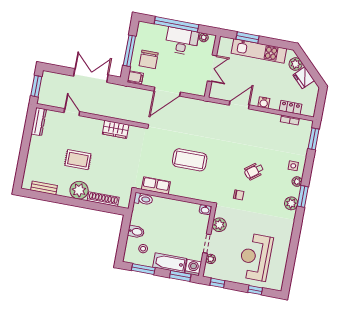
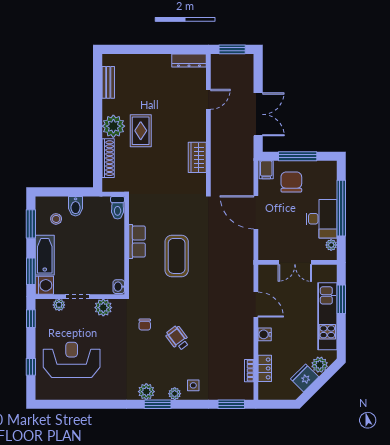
chair: (149, 59) -> (291, 182), turned 90
rug: (78, 160) -> (141, 131), moved
row of seats: (156, 186) -> (137, 241), moved

